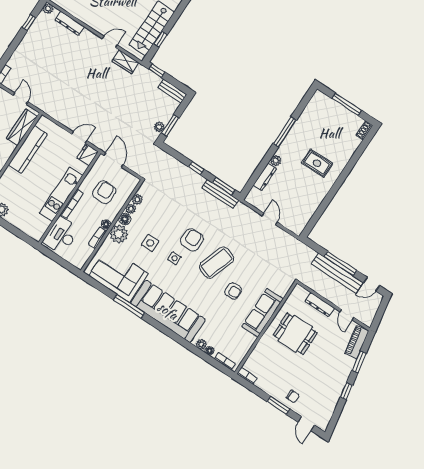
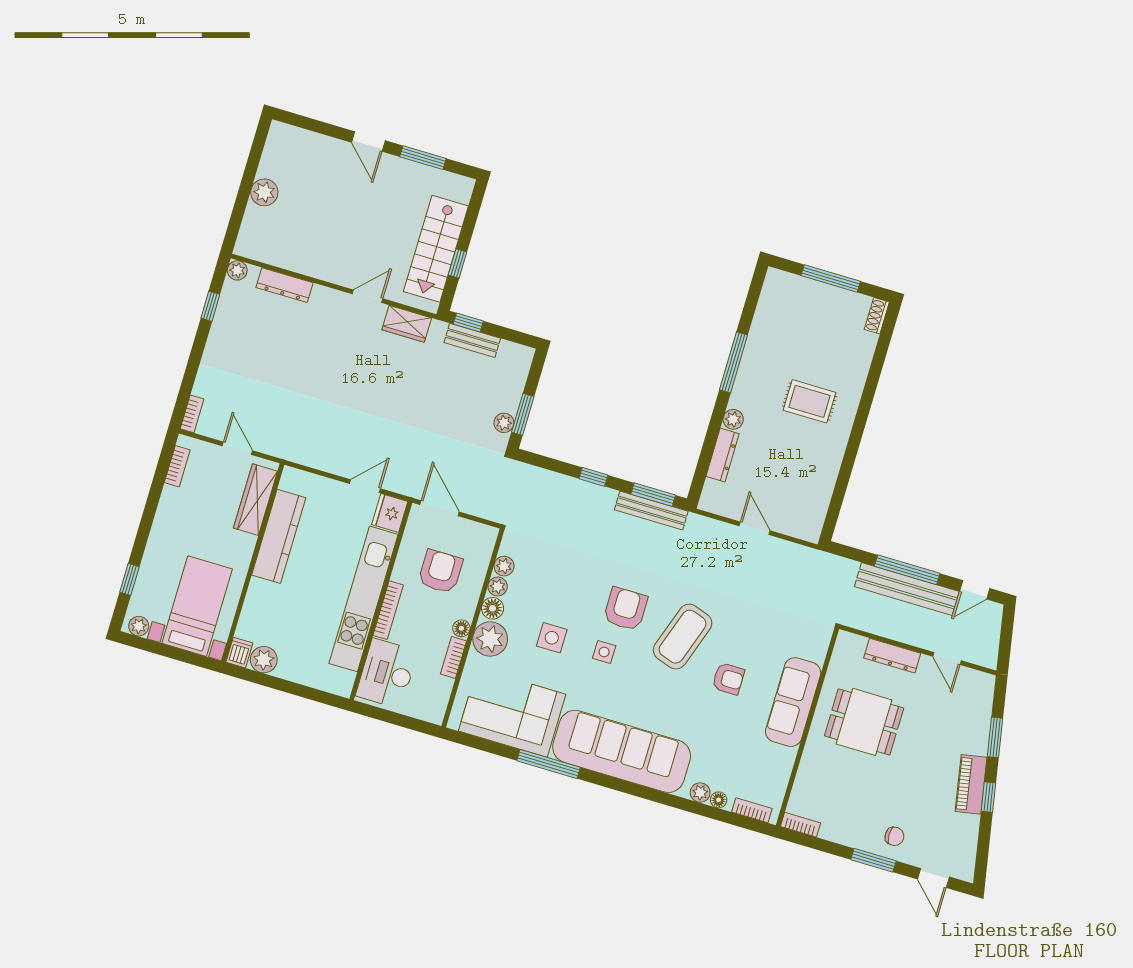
bench: (172, 91) -> (472, 340), moved
kitchen unit: (61, 194) -> (363, 599), width x1.36
piano: (357, 342) -> (971, 784), moved

